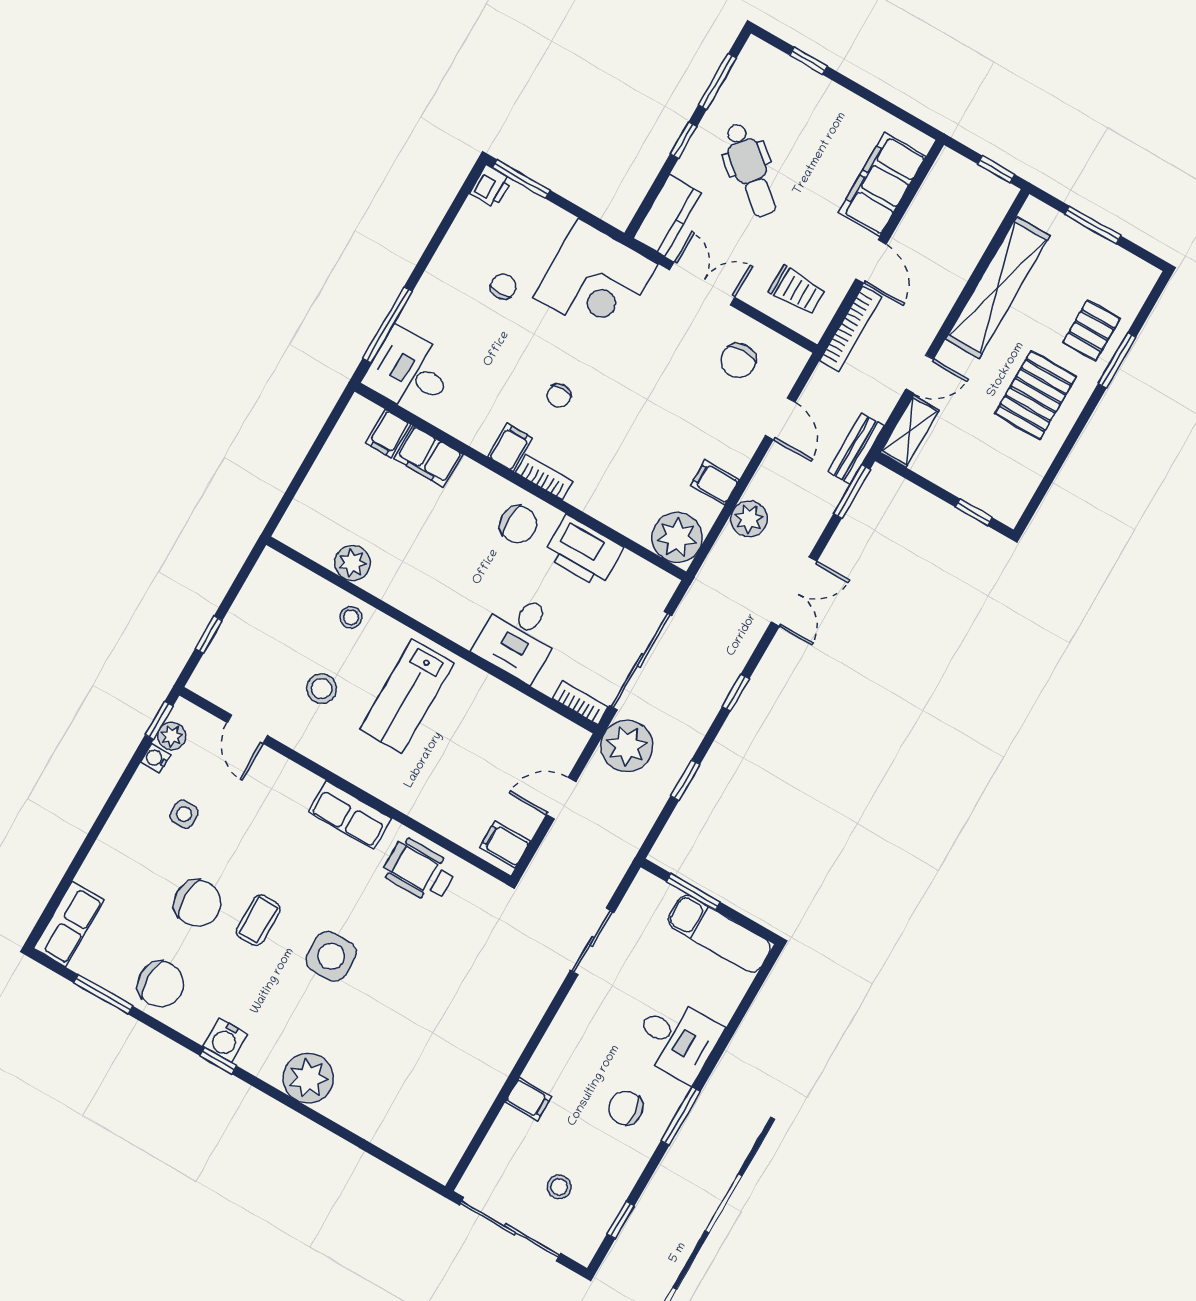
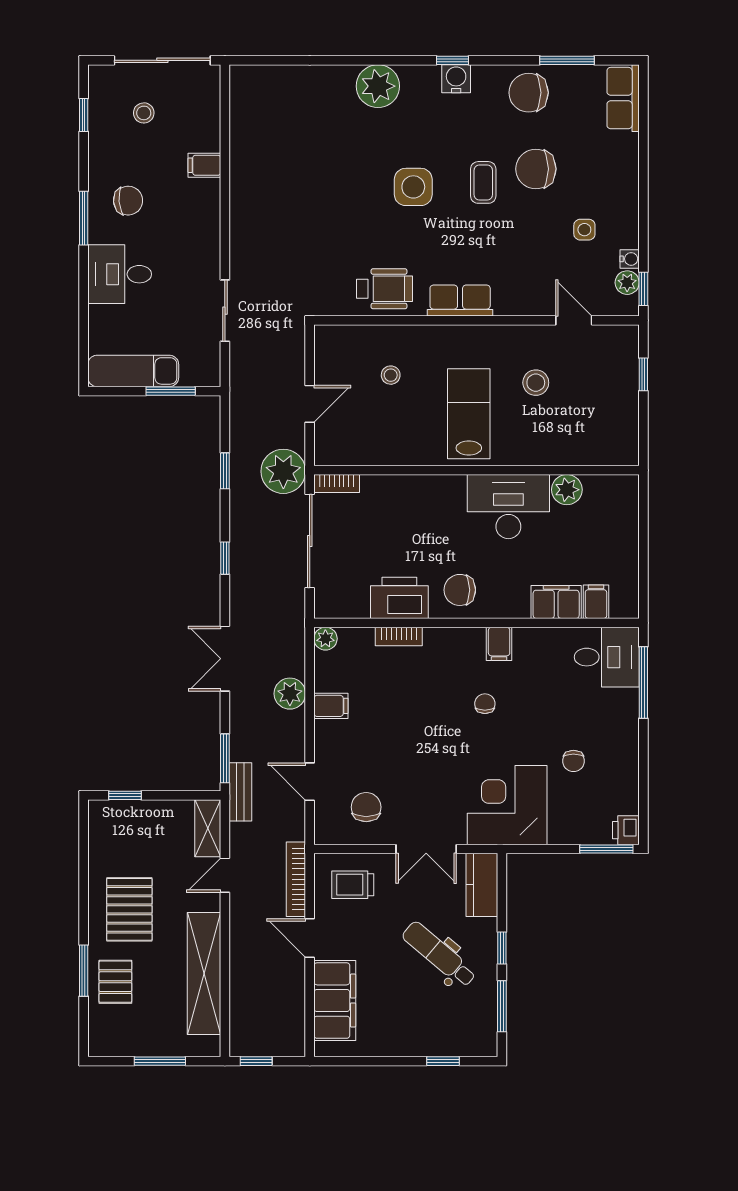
bookcase: (544, 477) -> (399, 636), moved
plant: (677, 537) -> (325, 639), width x0.53, depth x0.53
stool: (351, 617) -> (391, 375), moved
desk: (519, 636) -> (508, 507), moved, width x1.37
filing cabinet: (505, 844) -> (332, 345), removed

